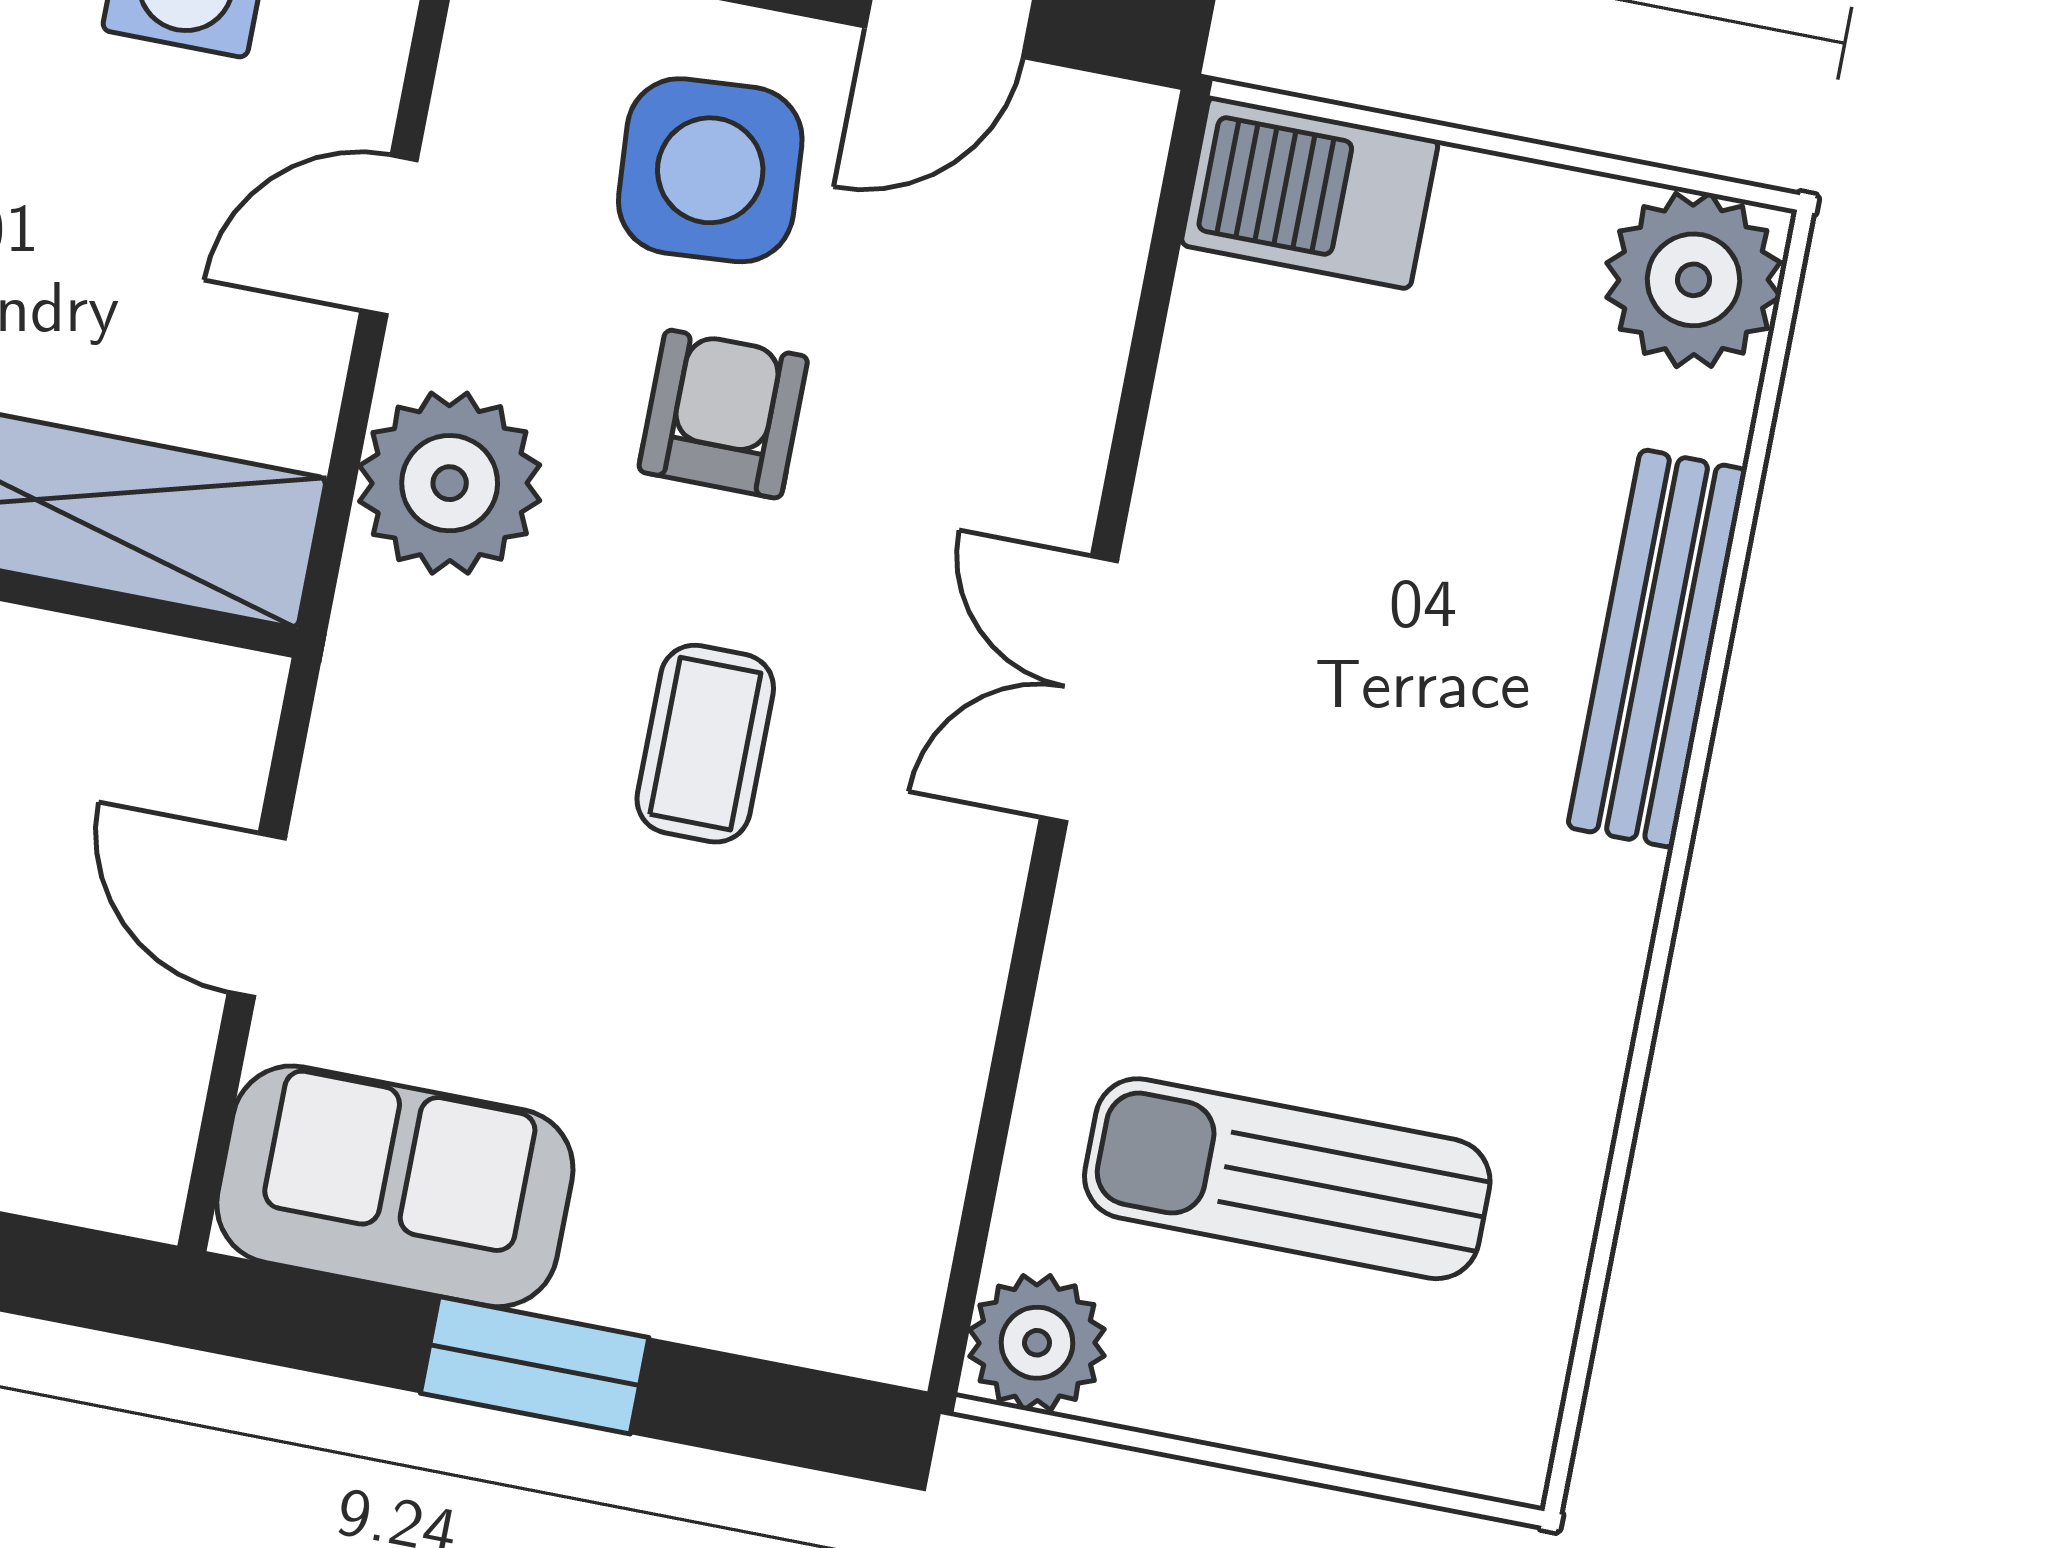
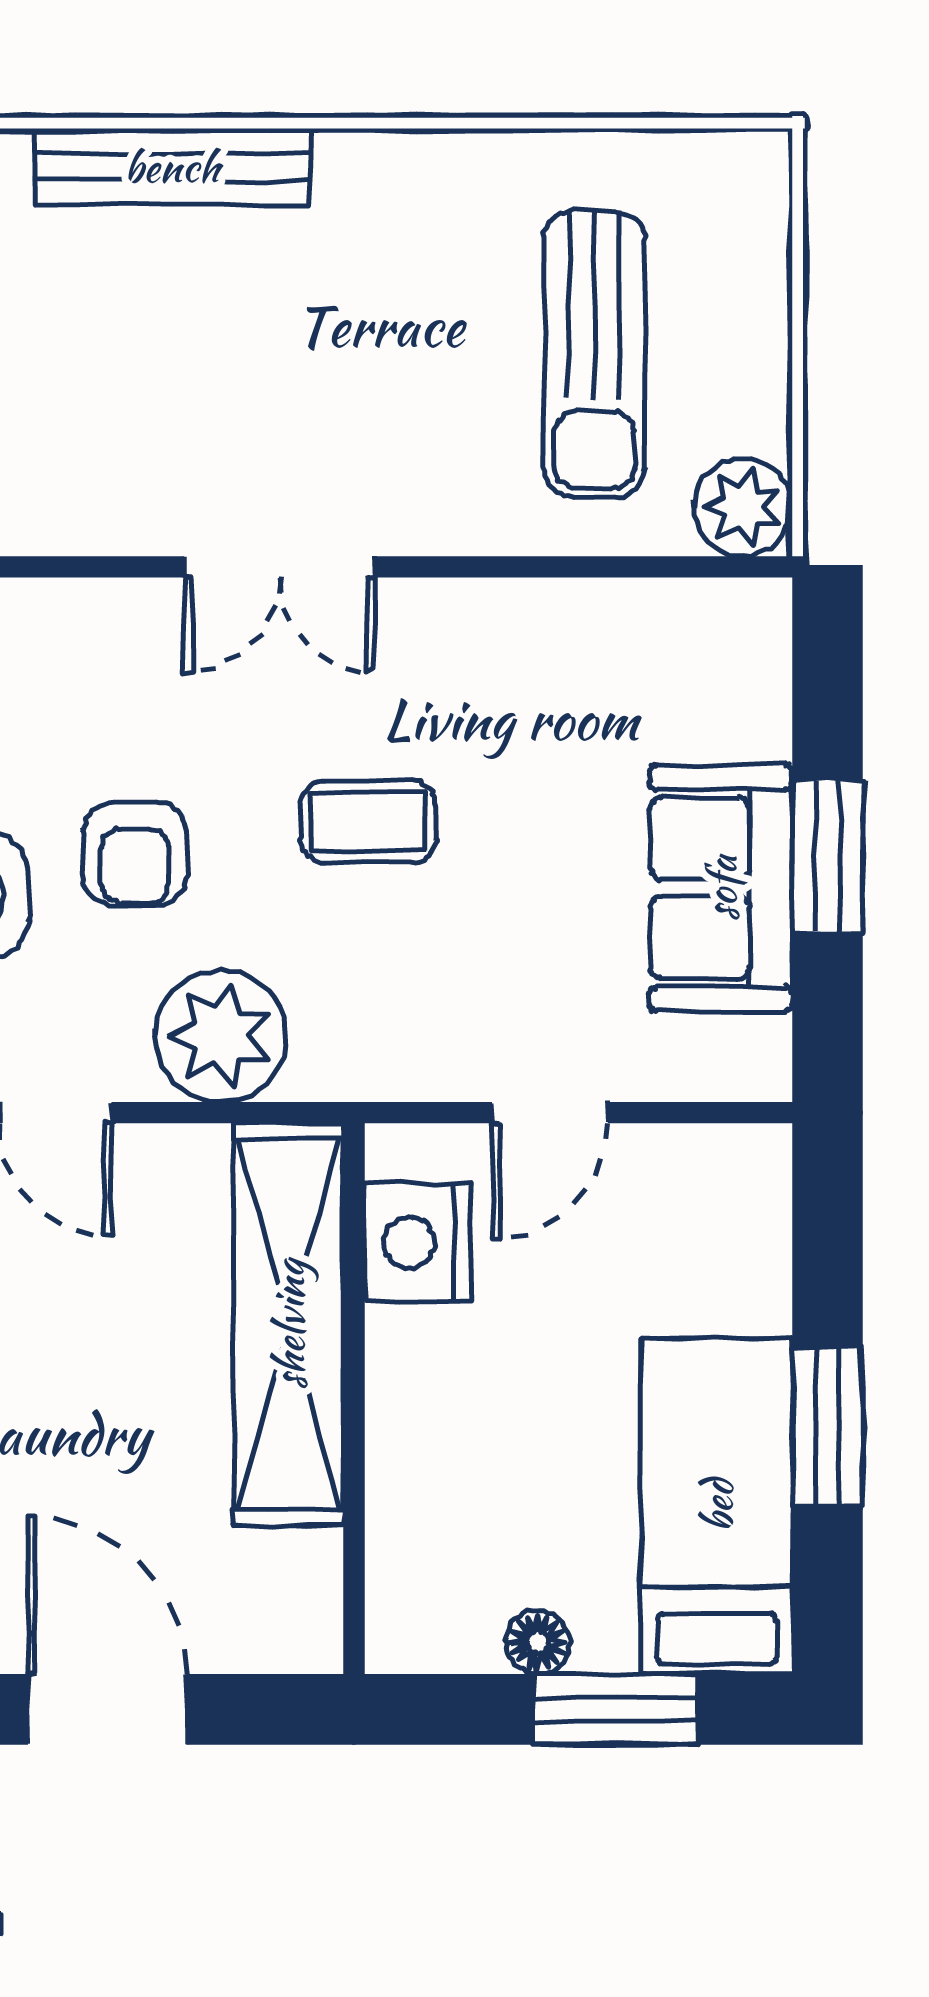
armchair: (723, 414) -> (135, 854), turned -90
nightstand: (113, 699) -> (418, 1243), added
sofa: (395, 1186) -> (721, 888), moved

